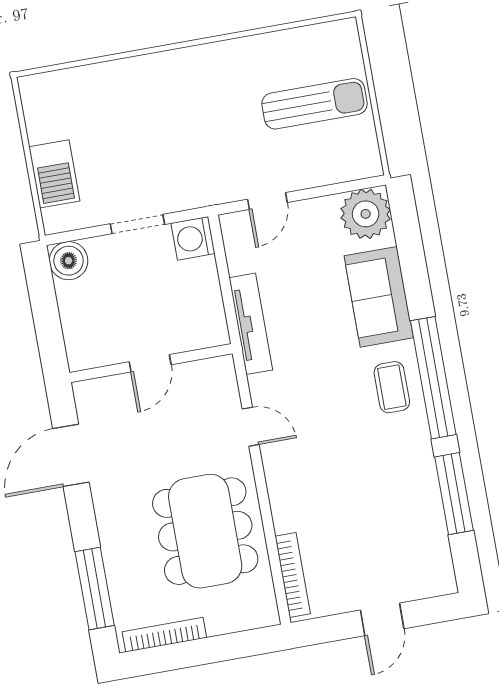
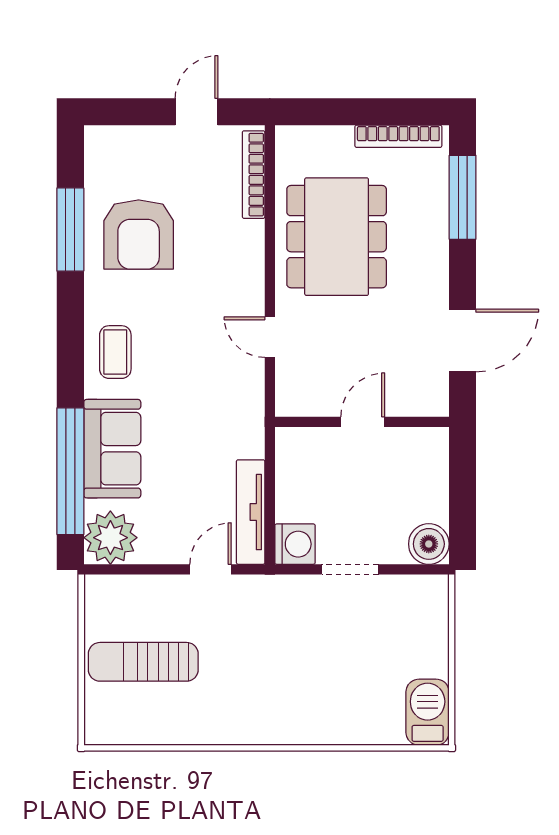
barbecue: (54, 174) -> (428, 712), moved
tv unit: (251, 324) -> (251, 512), moved
window: (433, 378) -> (70, 471), moved
armchair: (390, 500) -> (139, 235), added
door: (382, 619) -> (197, 112), moved

